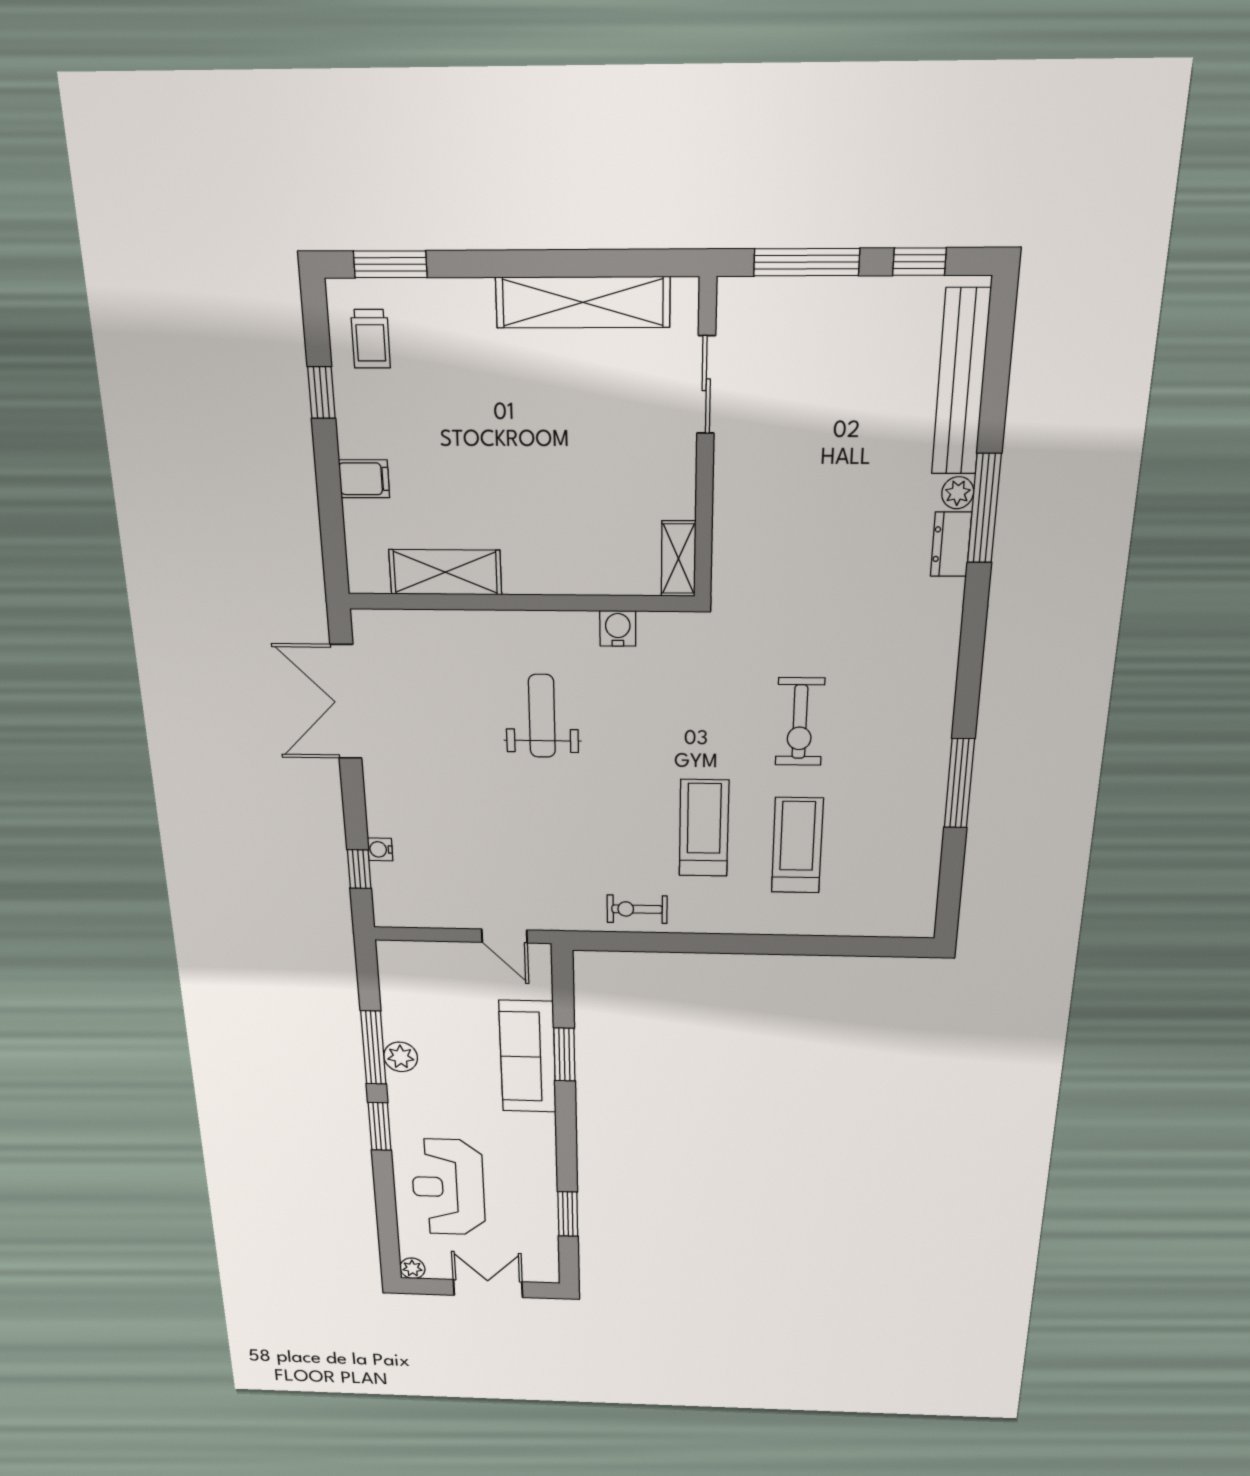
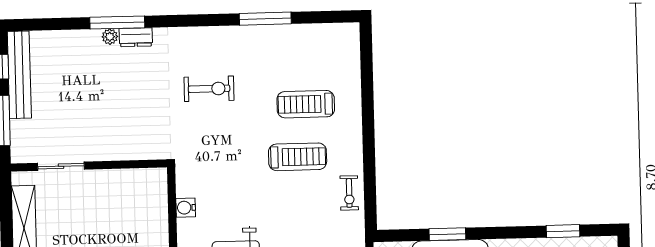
bench: (961, 382) -> (19, 75), moved, turned 90
shelving: (678, 559) -> (148, 177), removed
exercise bike: (800, 722) -> (209, 89), moved
treadmill: (704, 828) -> (298, 157), turned 180

